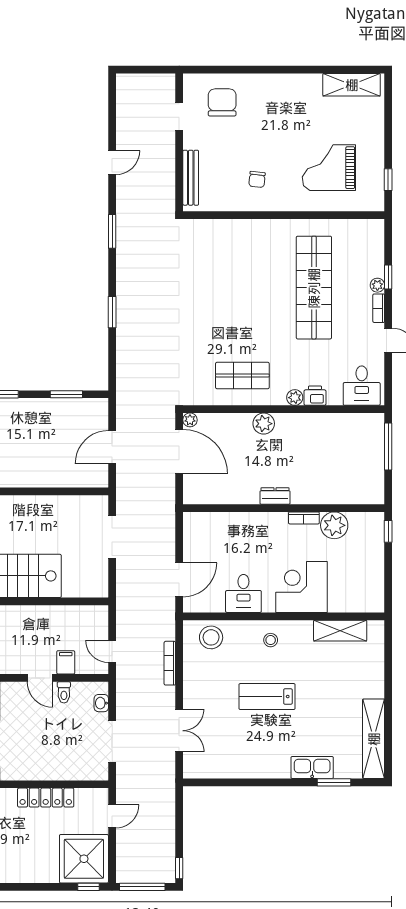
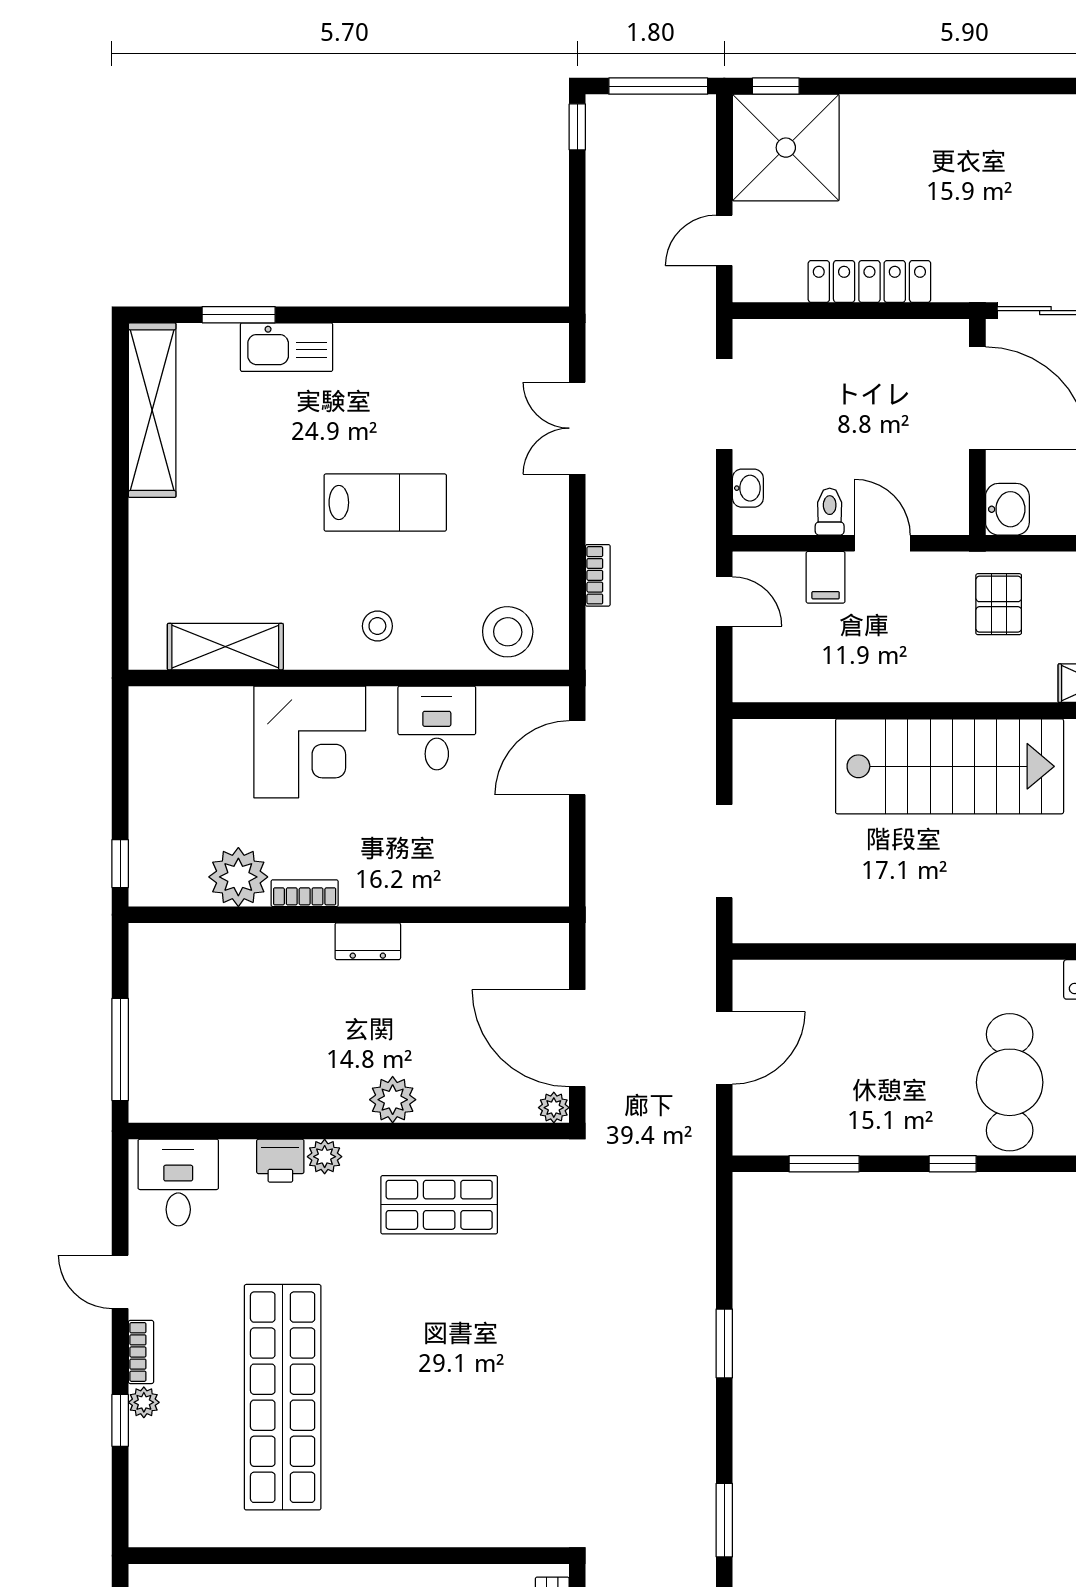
bookcase: (170, 663) -> (598, 575), width x0.64

